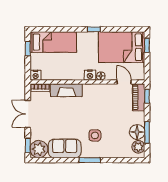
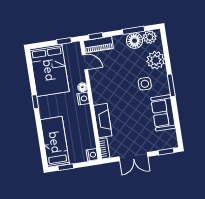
window: (147, 45) -> (64, 41), moved
door: (124, 82) -> (85, 62), swing flipped
plant: (39, 149) -> (156, 60), moved

